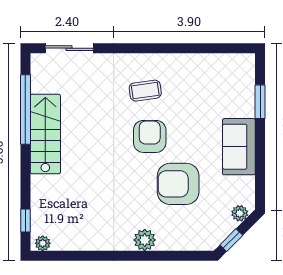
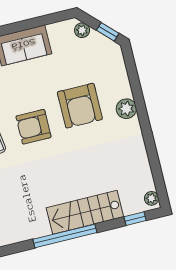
window: (25, 109) -> (65, 236), moved
stairs: (45, 134) -> (85, 212), moved
armchair: (178, 184) -> (80, 106), moved

